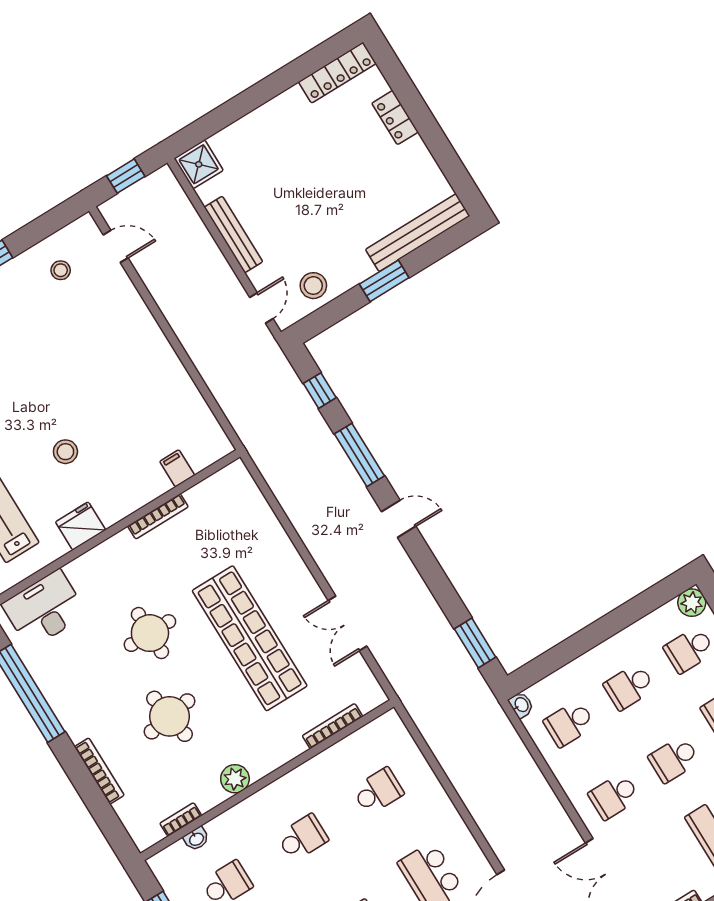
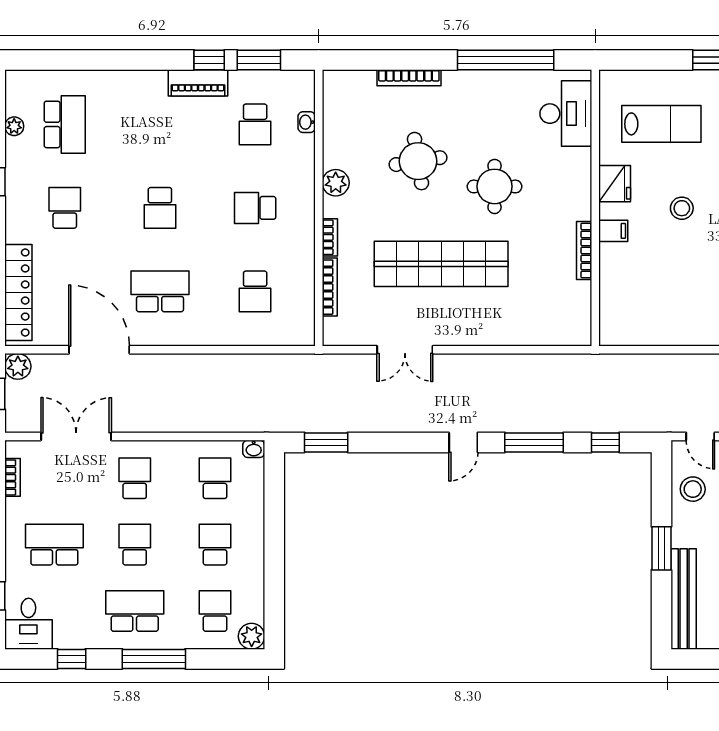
filing cabinet: (177, 468) -> (613, 231), moved
double door: (347, 623) -> (405, 350), swing flipped
bookcase: (181, 819) -> (330, 237), moved
school desk: (302, 838) -> (255, 208), turned 90

